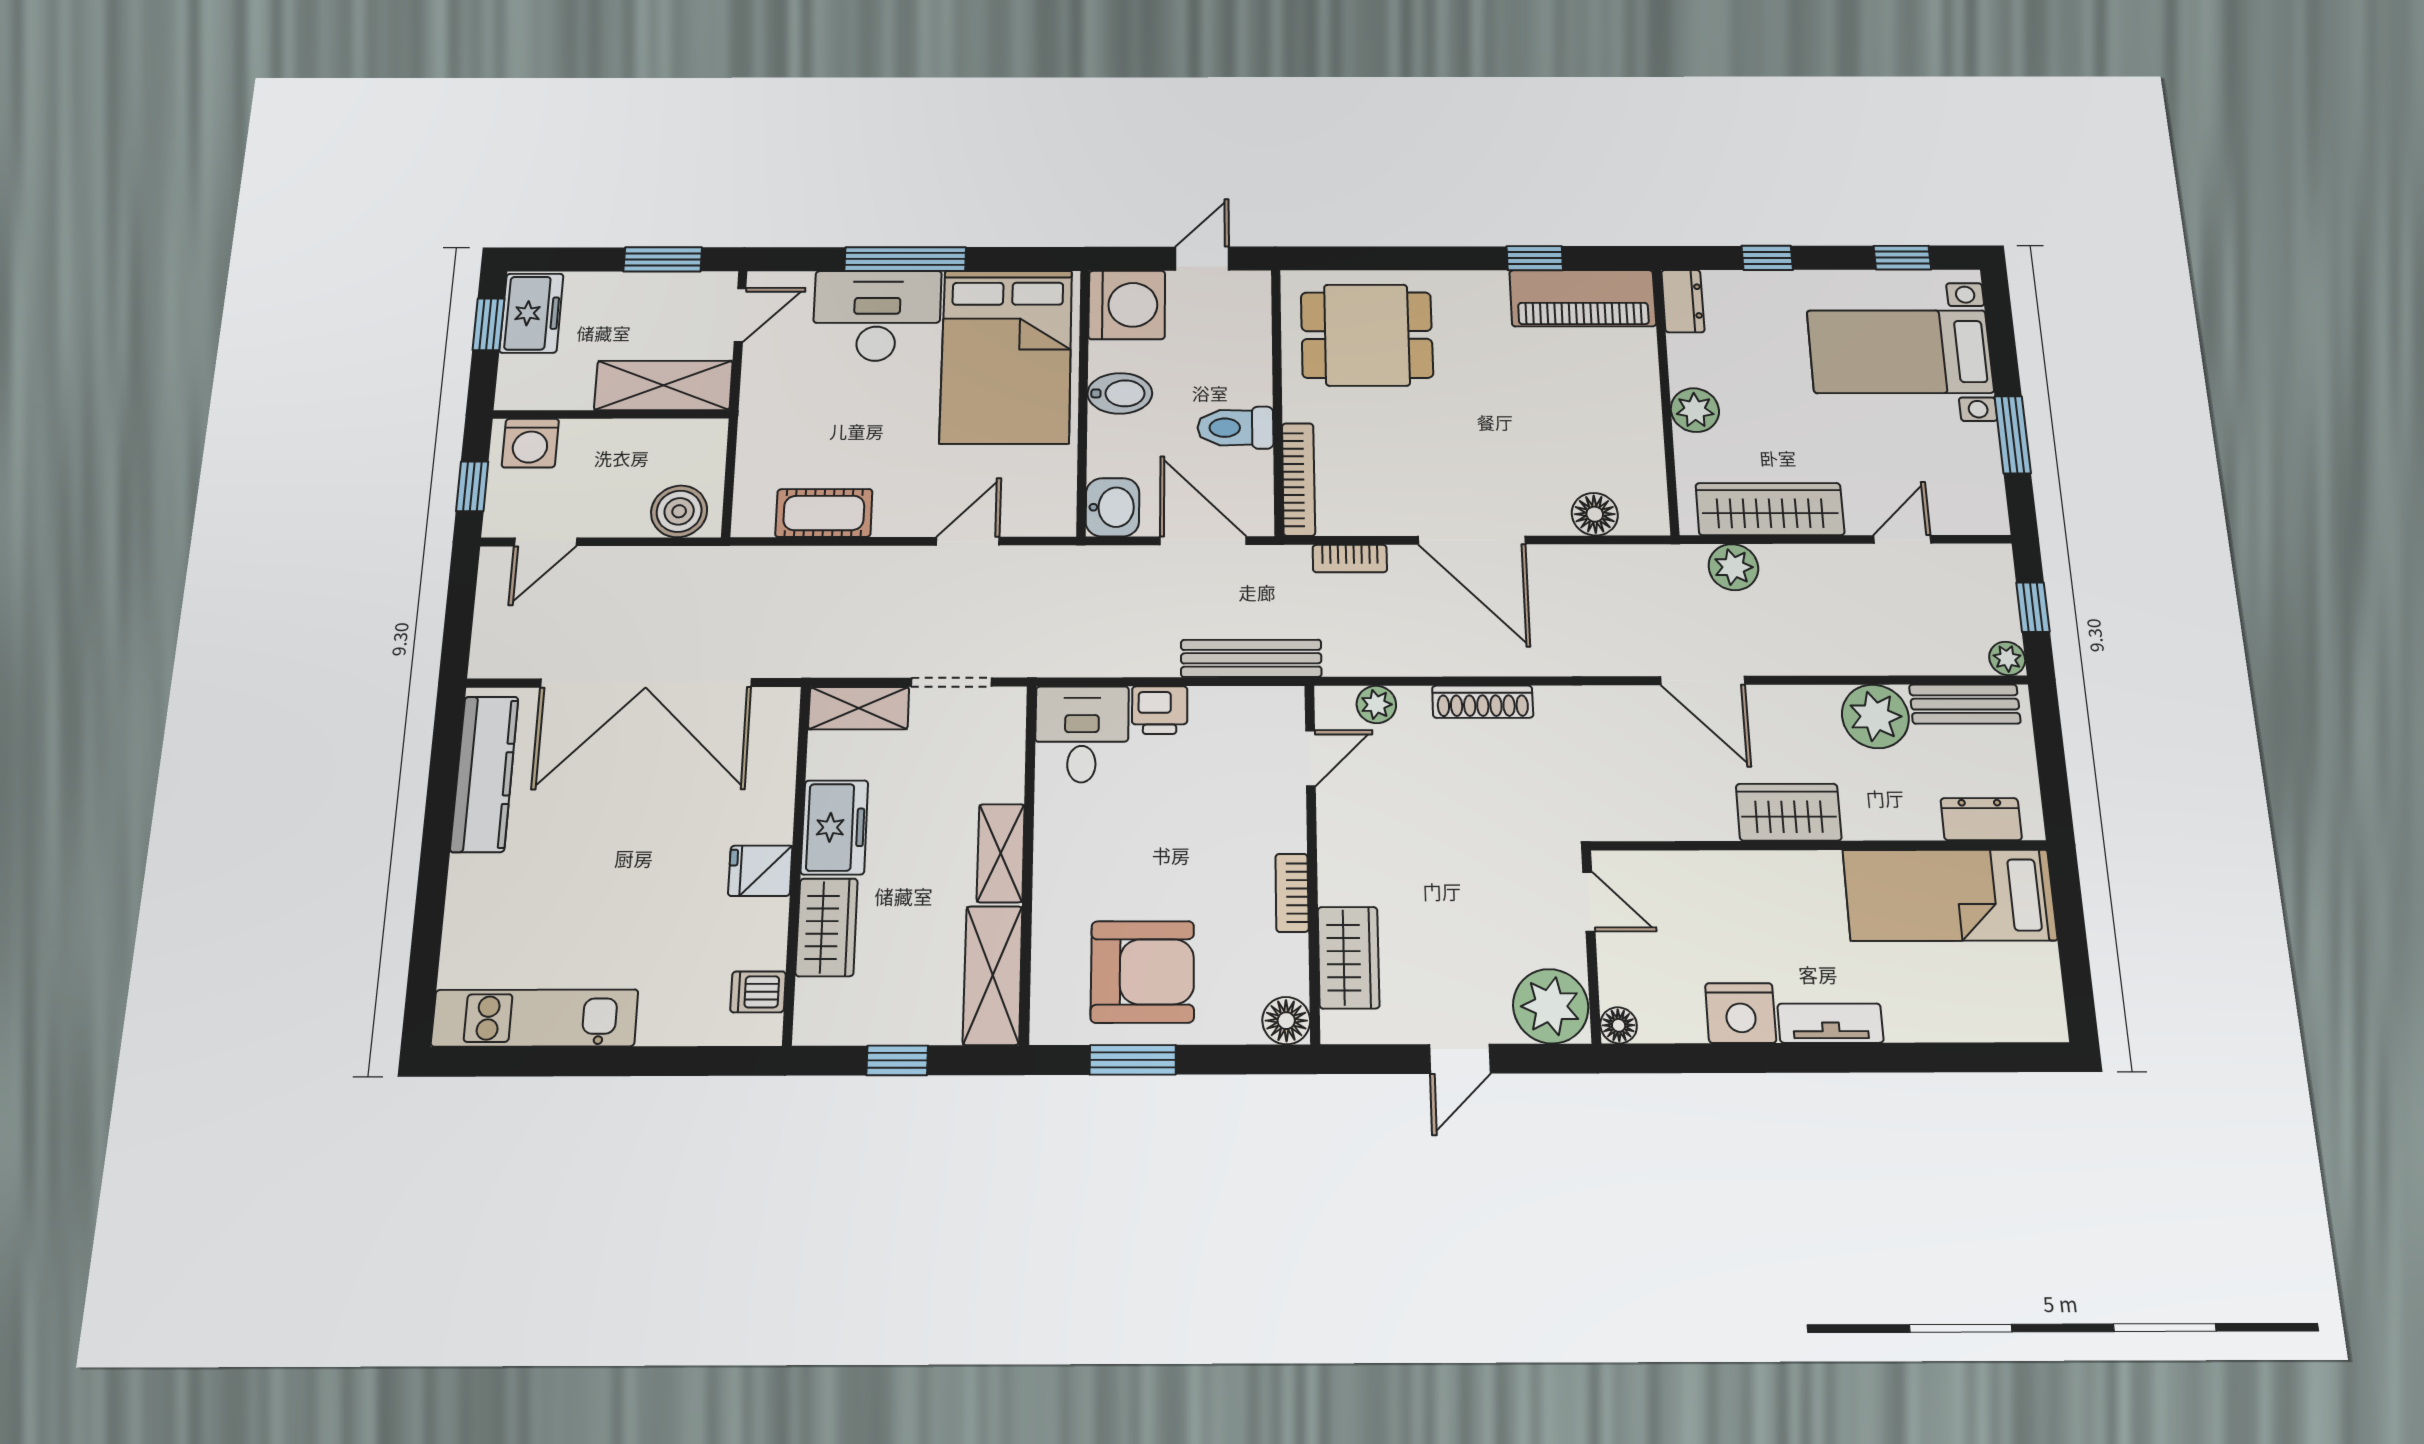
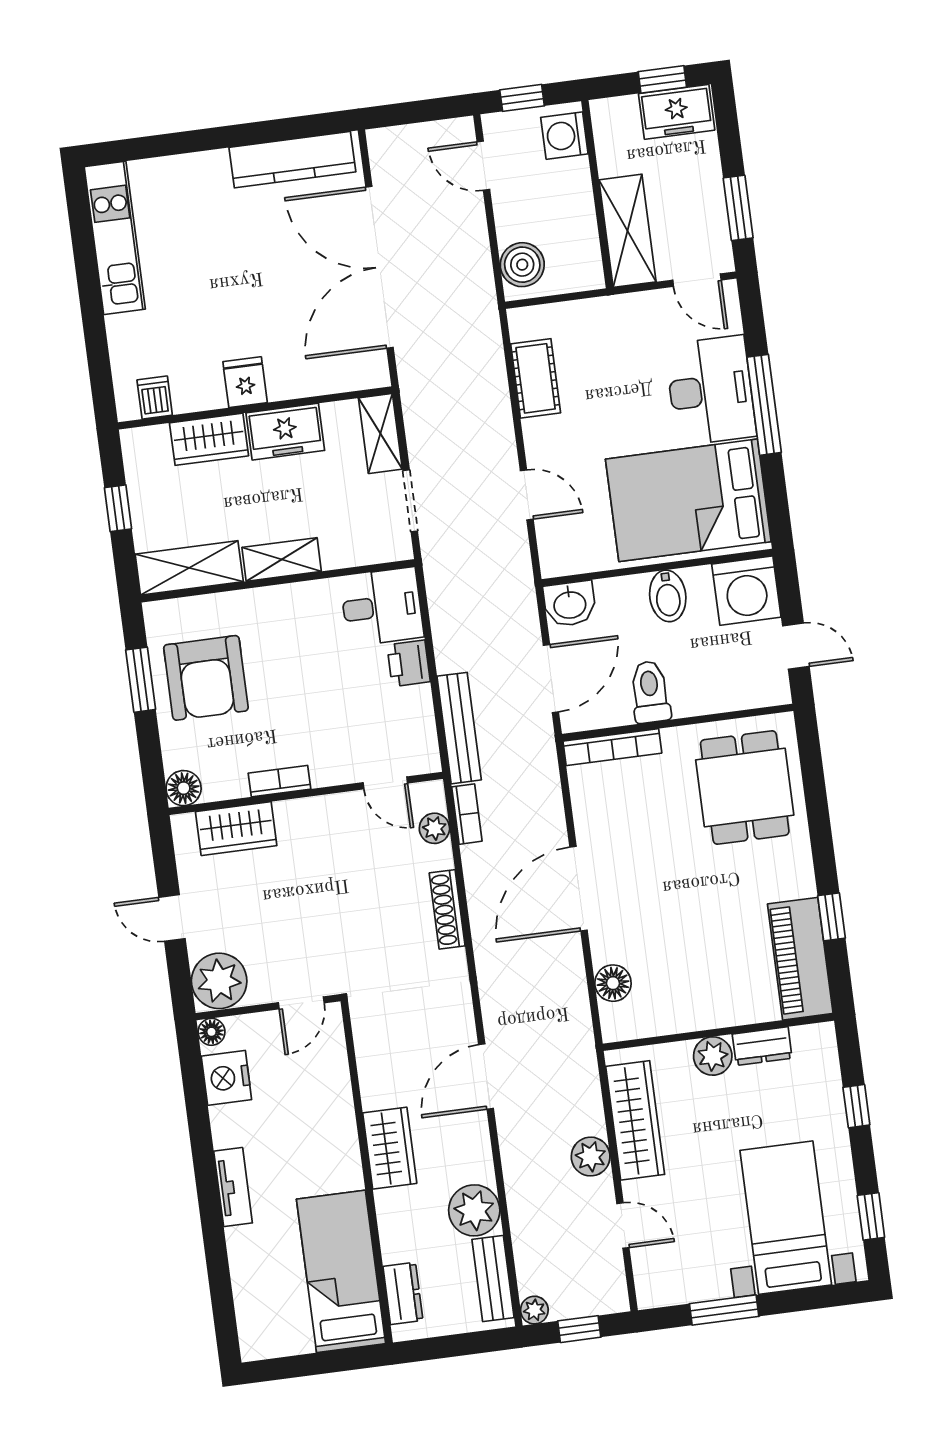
dresser: (1683, 301) -> (762, 1046), moved
bookcase: (1350, 559) -> (467, 814), moved, turned 180
plant: (1733, 567) -> (591, 1157), moved
nightstand: (1741, 1013) -> (226, 1078), moved

